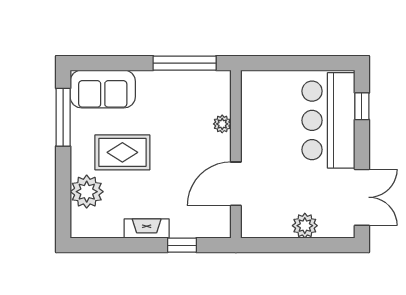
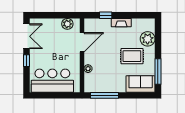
window: (362, 106) -> (27, 61), moved
bar counter: (328, 120) -> (52, 81), moved, turned -90
double door: (362, 197) -> (27, 36), swing flipped
plant: (305, 226) -> (67, 24), moved

